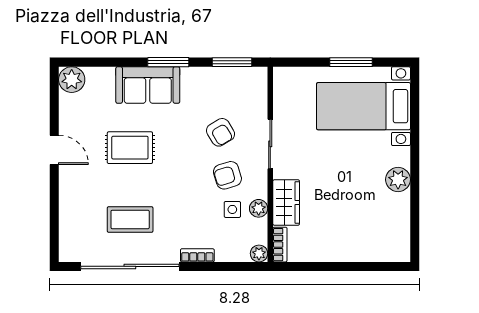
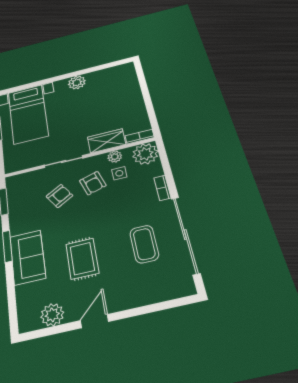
plant: (72, 80) -> (52, 315), moved
plant: (259, 253) -> (145, 154), width x1.88, depth x1.88

